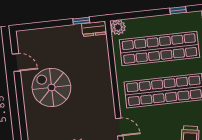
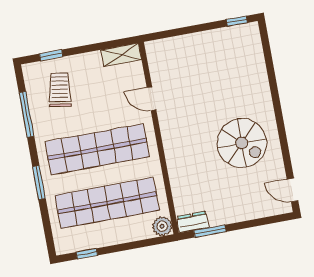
window: (81, 21) -> (210, 231), width x1.50
door: (16, 62) -> (293, 190), moved

